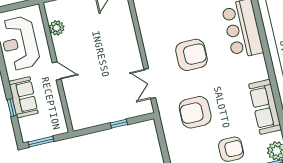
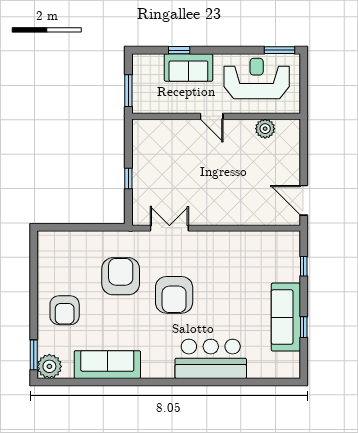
armchair: (191, 55) -> (174, 295), moved
door: (57, 71) -> (212, 116), hinge flipped
window: (41, 142) -> (128, 91), moved

